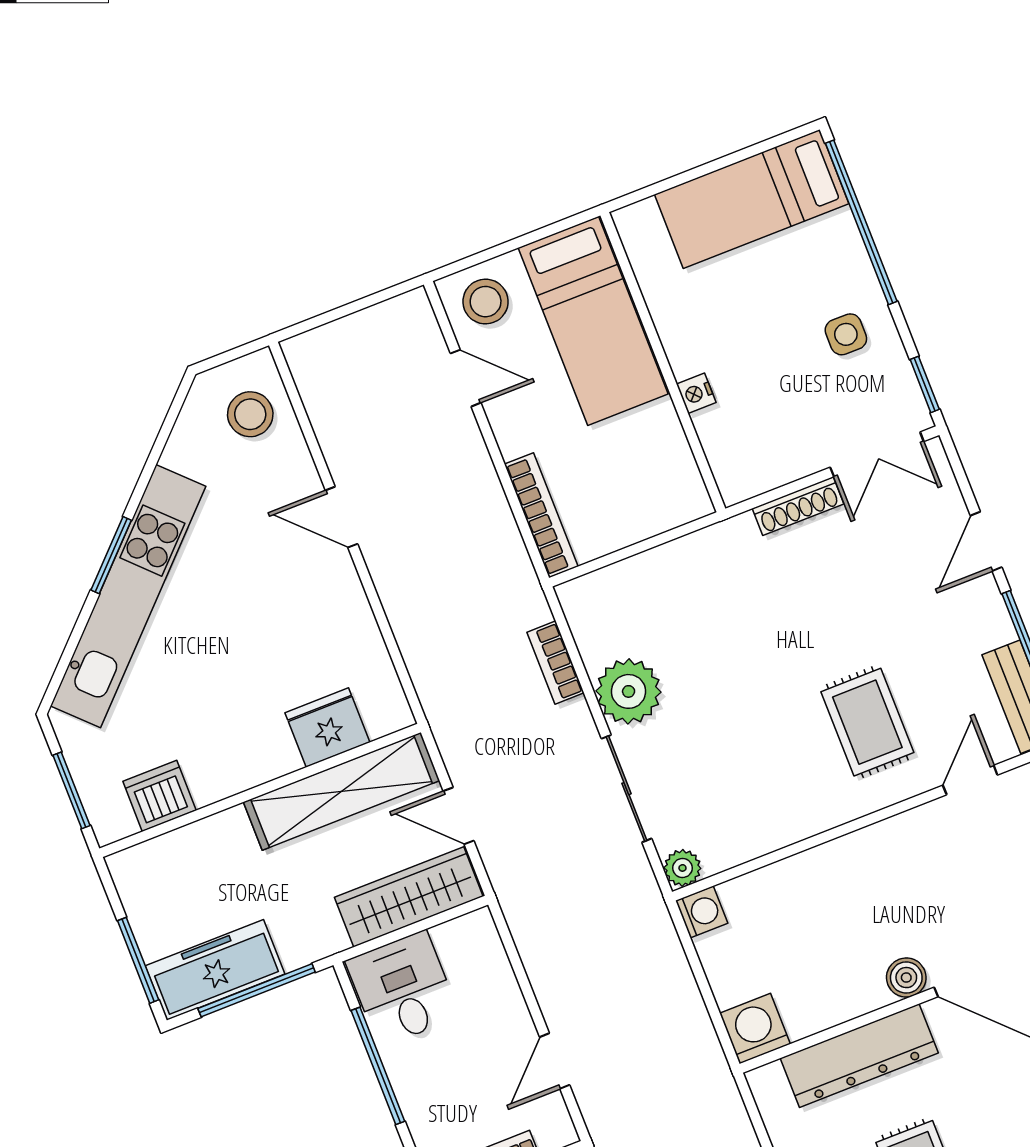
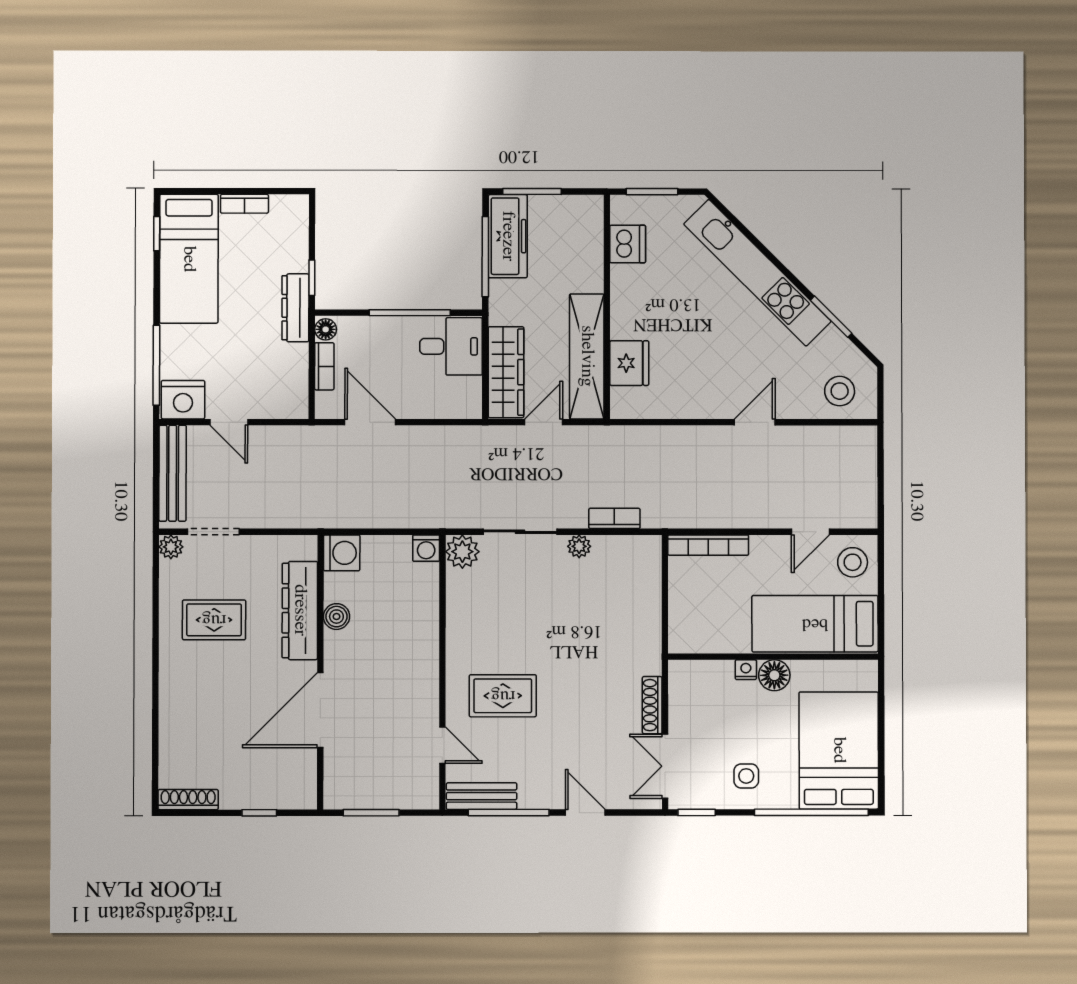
bed: (752, 199) -> (839, 750), width x1.50
floor lamp: (688, 350) -> (774, 675), added
window: (111, 555) -> (831, 317), moved
plant: (629, 691) -> (579, 546), width x0.53, depth x0.53
plant: (682, 868) -> (462, 552), width x1.38, depth x1.38
boiler: (906, 978) -> (336, 617), moved
door: (555, 1061) -> (370, 422), width x1.38

